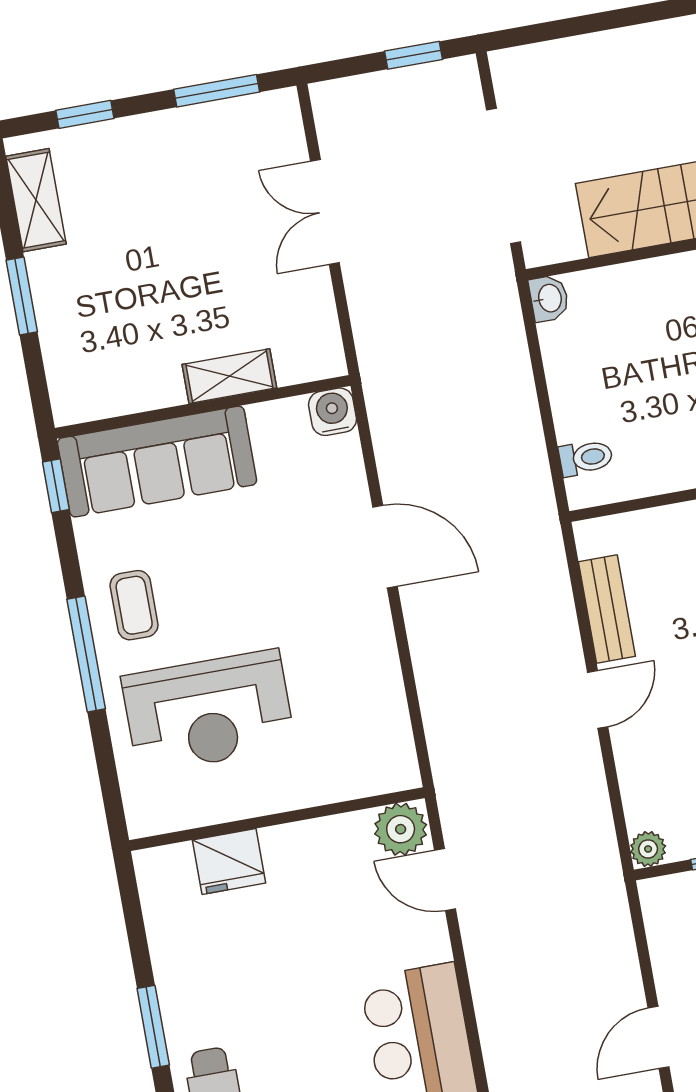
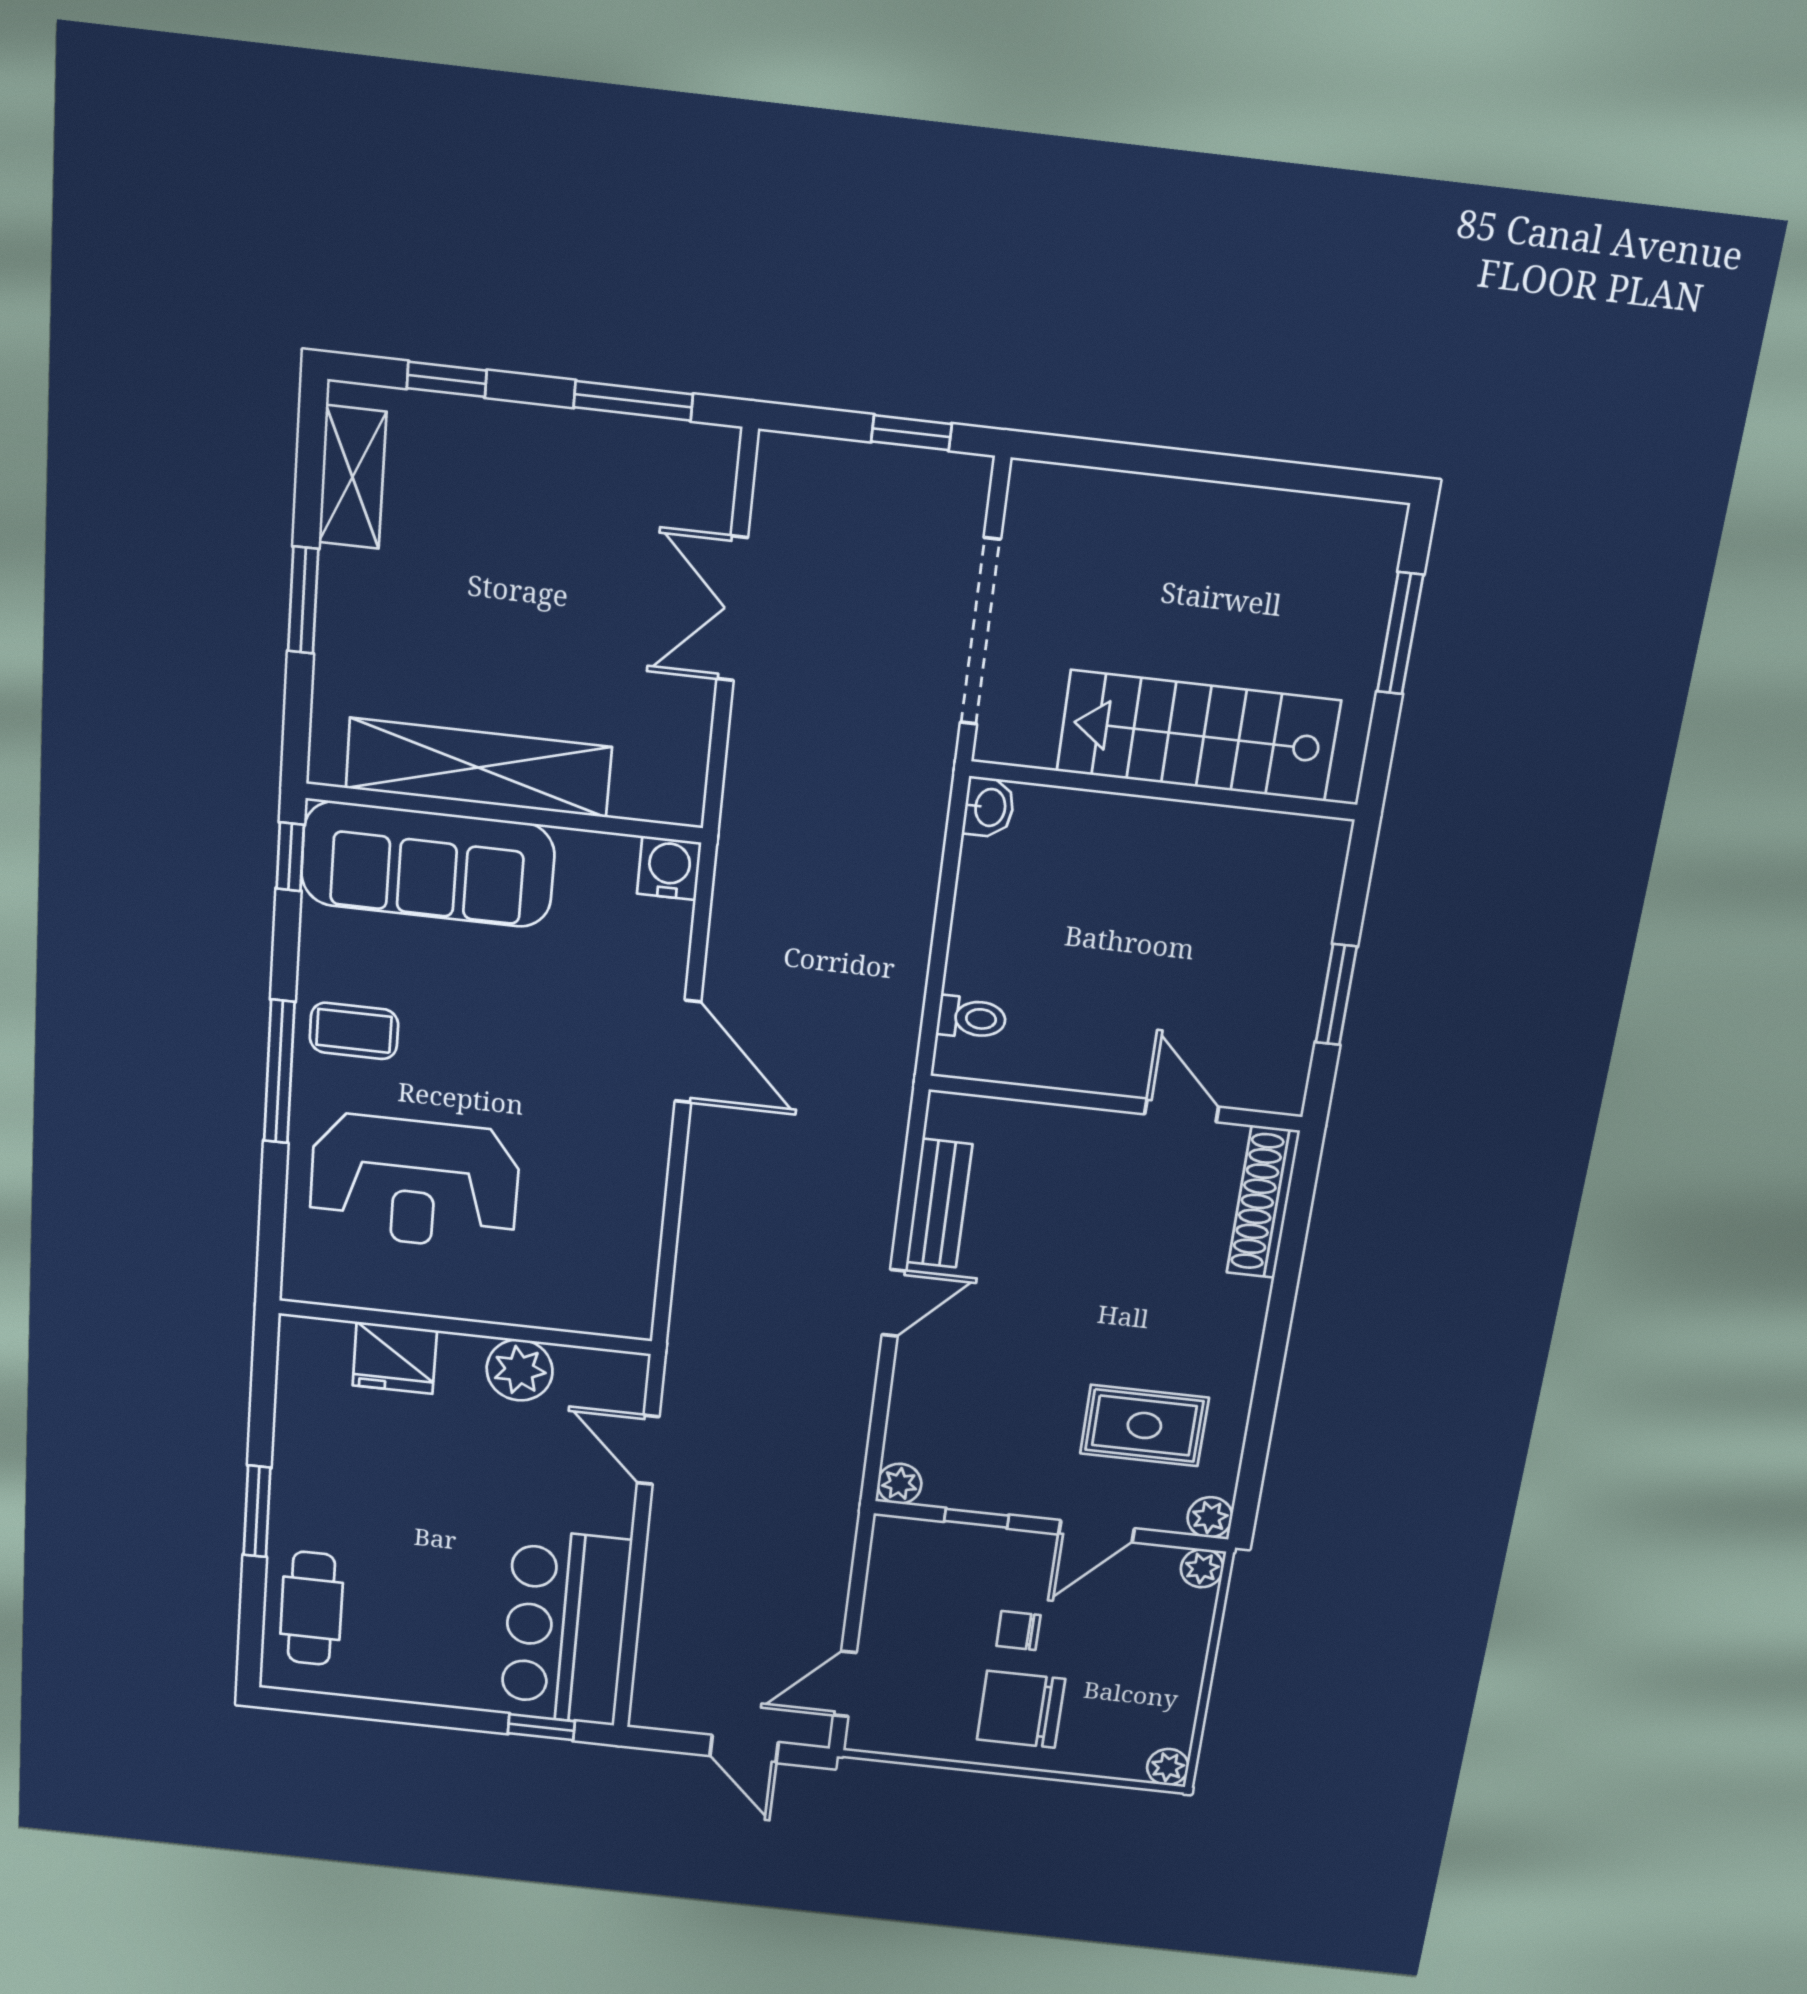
shelving: (229, 376) -> (478, 768), width x2.20, depth x1.33
coffee table: (134, 605) -> (354, 1031), turned 90
plant: (401, 829) -> (520, 1370), moved

